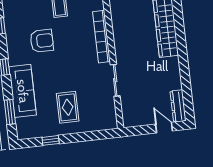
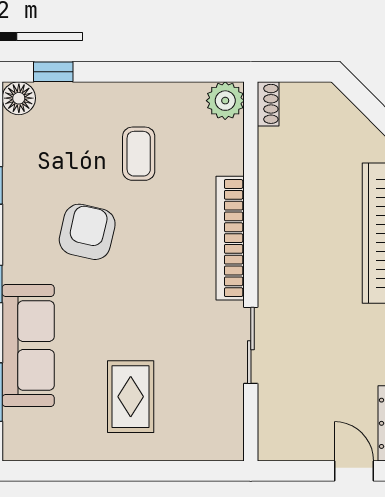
armchair: (42, 41) -> (87, 232), turned -77
window: (51, 140) -> (81, 471), removed

